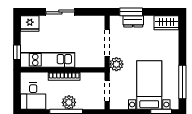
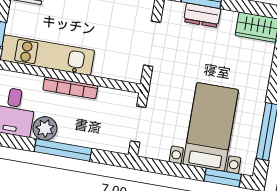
plant: (116, 64) -> (162, 82), removed
plant: (69, 102) -> (45, 128), moved

